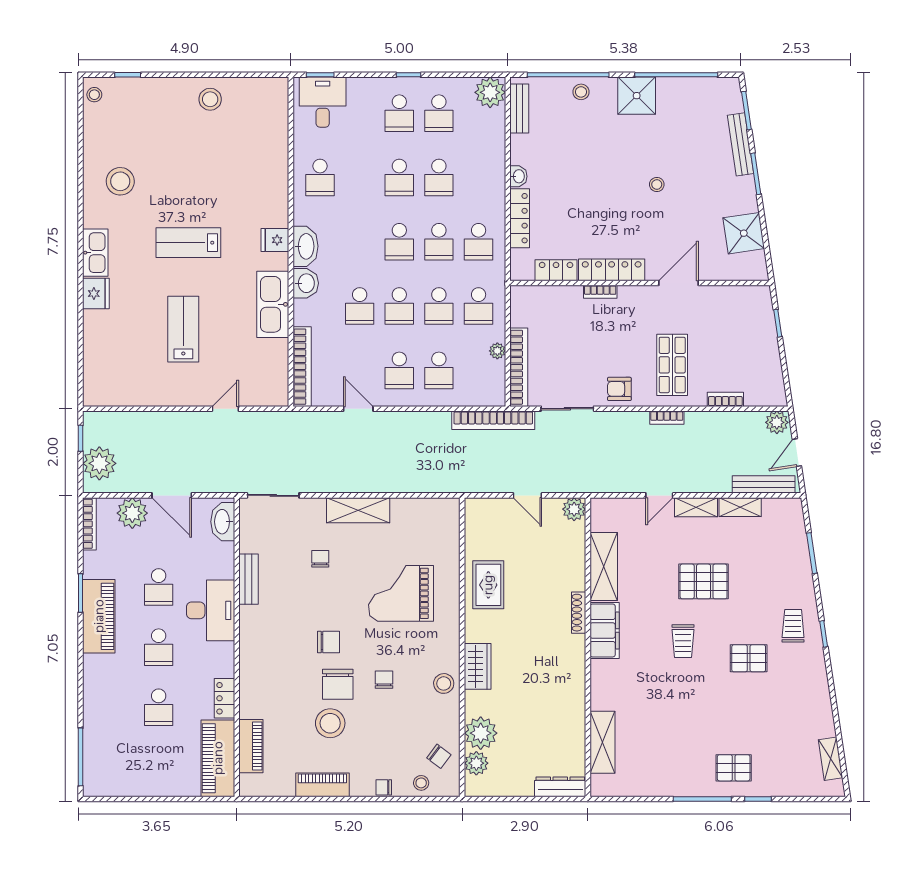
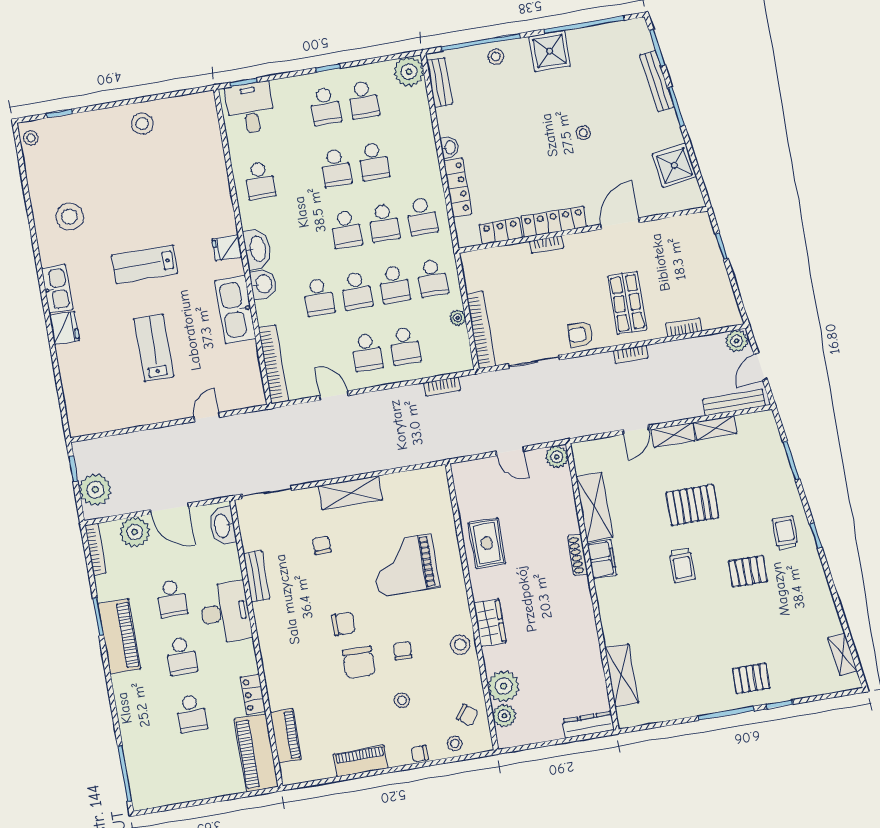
bookcase: (493, 420) -> (442, 386), width x0.43, depth x0.76
filing cabinet: (605, 630) -> (602, 559), width x0.67, depth x0.86
stool: (330, 723) -> (402, 700), moved, width x0.53, depth x0.53

